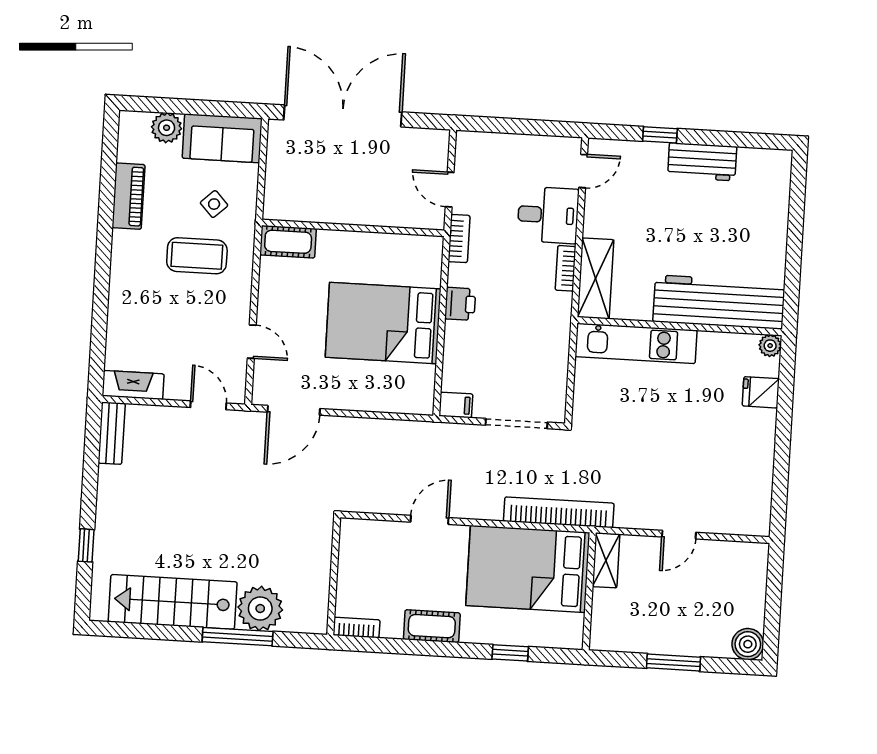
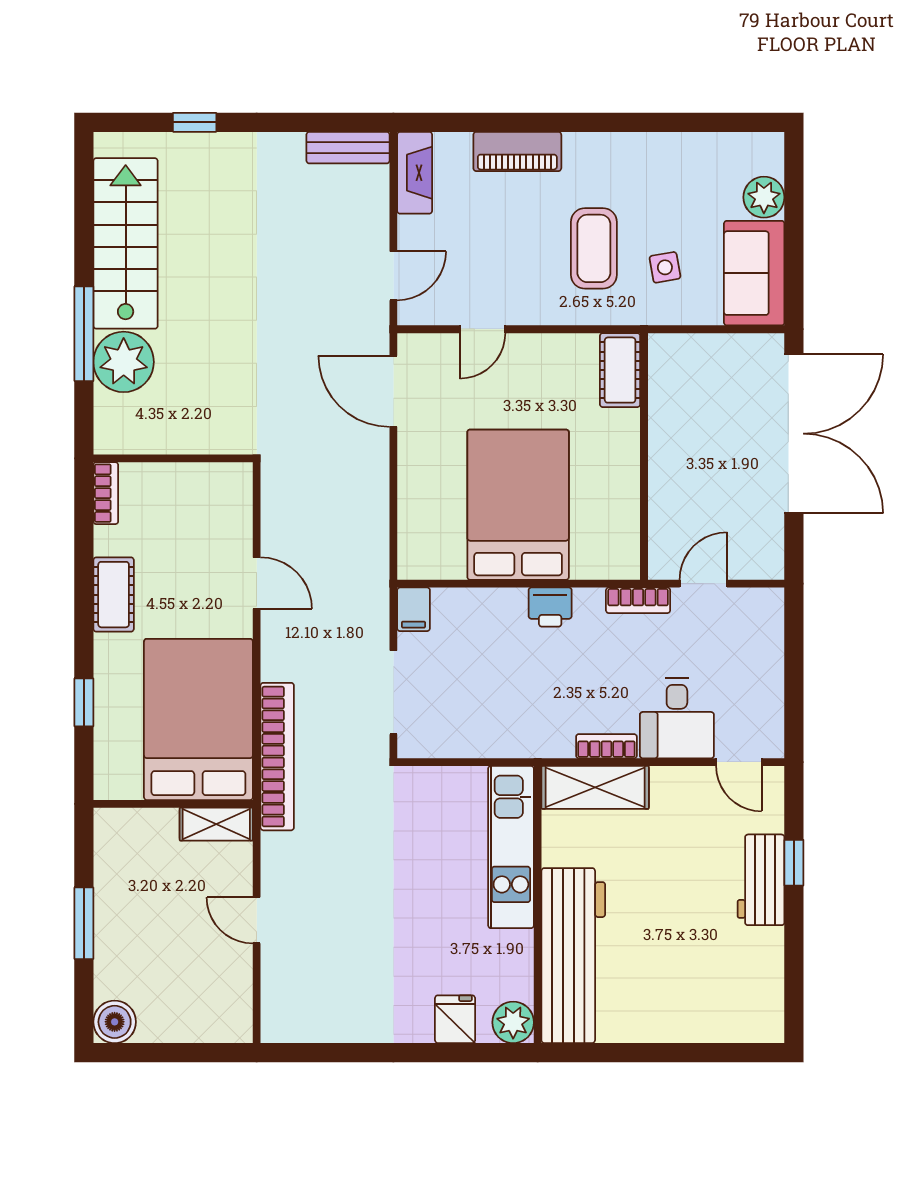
workbench: (702, 162) -> (761, 880), moved
piano: (128, 196) -> (517, 151), moved
side table: (214, 204) -> (665, 267), turned 33
plant: (770, 346) -> (513, 1022), width x1.38, depth x1.38

